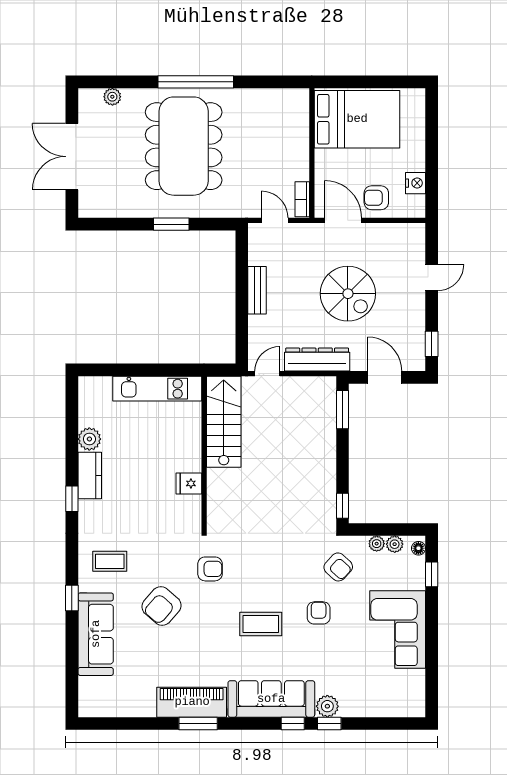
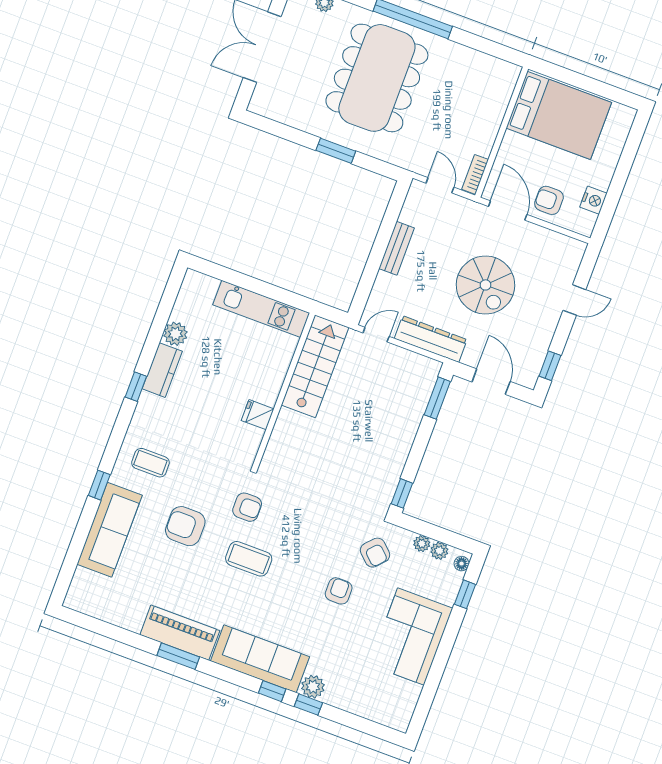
armchair: (161, 606) -> (185, 526), turned 49
coffee table: (261, 624) -> (249, 559), moved

